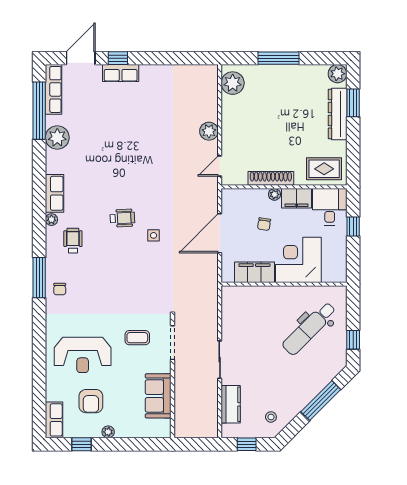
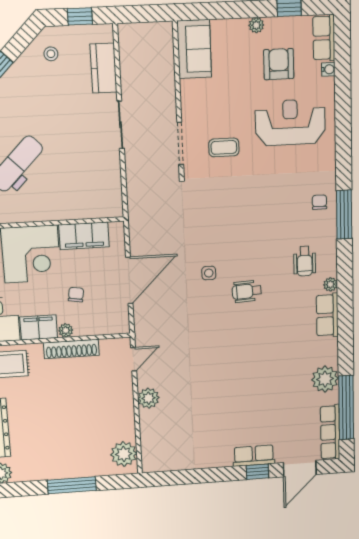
water cooler: (51, 395) -> (328, 69), added
sofa: (158, 396) -> (194, 49), moved

